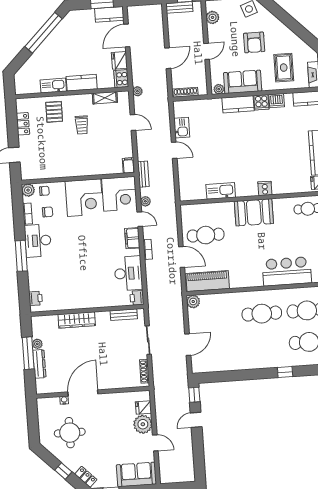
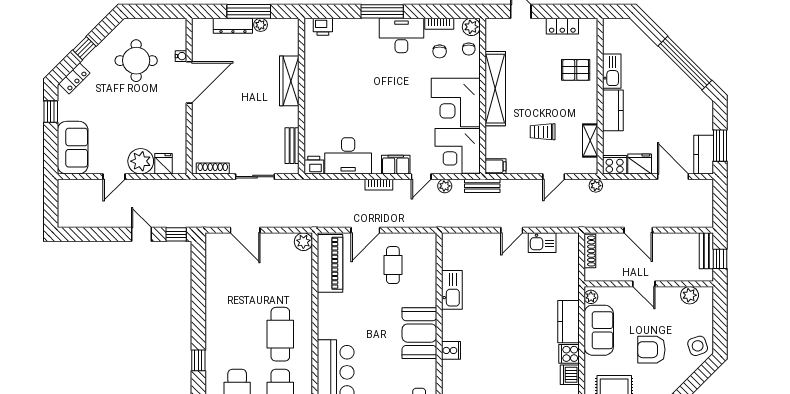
trolley: (82, 125) -> (543, 132), moved
shelving: (72, 169) -> (495, 89), added
cafe table: (206, 235) -> (393, 265), width x0.73, depth x0.74
door: (83, 393) -> (189, 82), hinge flipped

